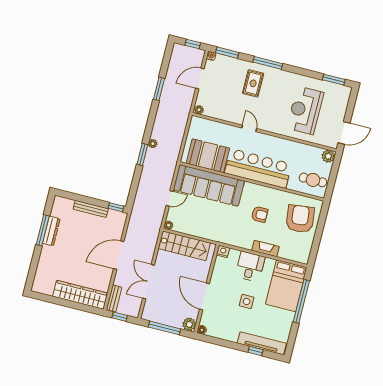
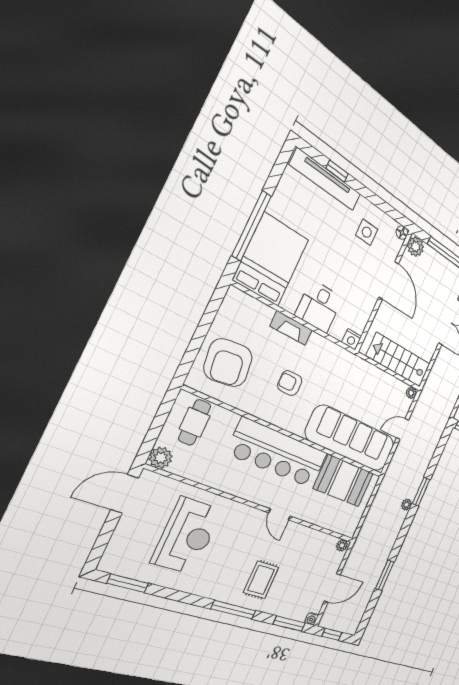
cafe table: (313, 180) -> (195, 422), turned 90
side table: (247, 302) -> (367, 232), moved

